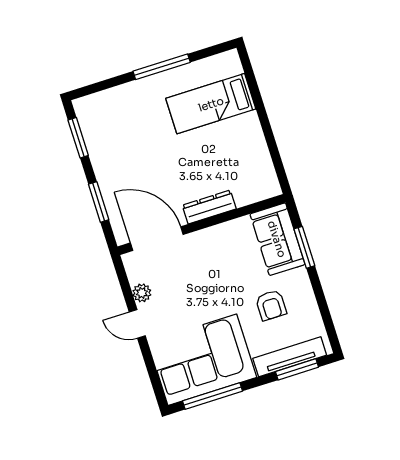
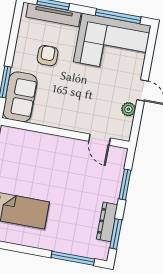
window: (162, 67) -> (73, 258), moved
dresser: (209, 207) -> (107, 222), moved, turned 90
door: (157, 239) -> (100, 140), width x0.53

